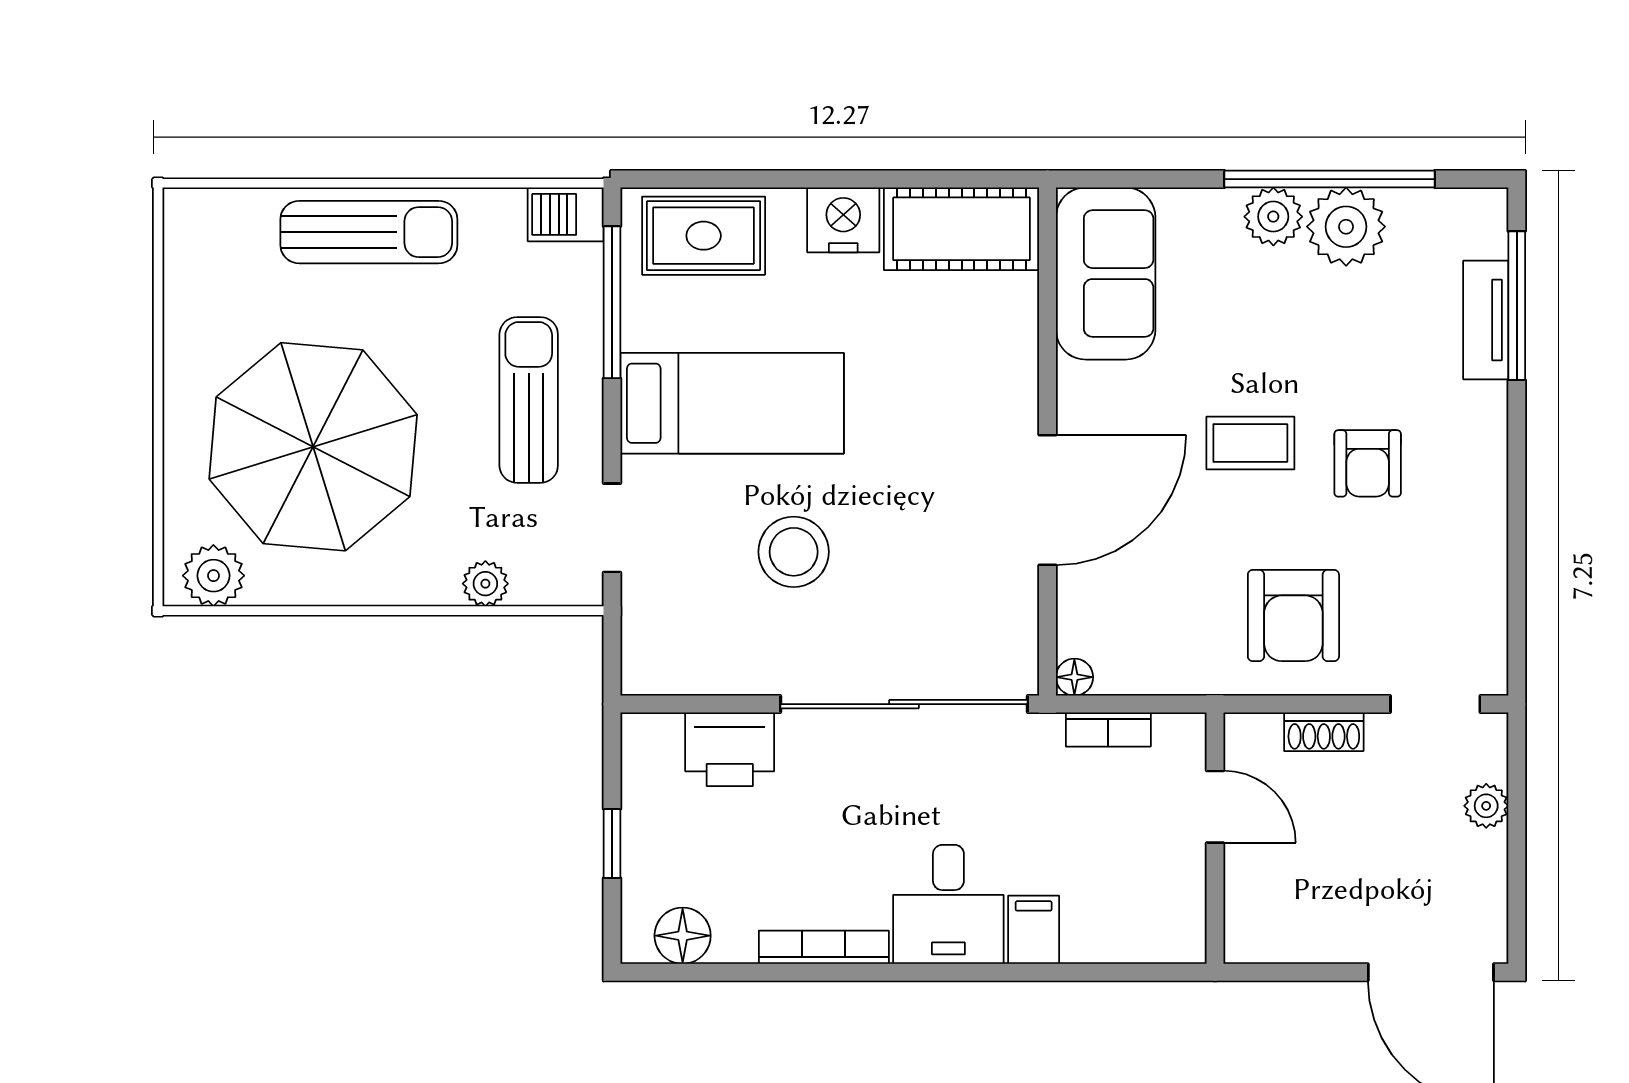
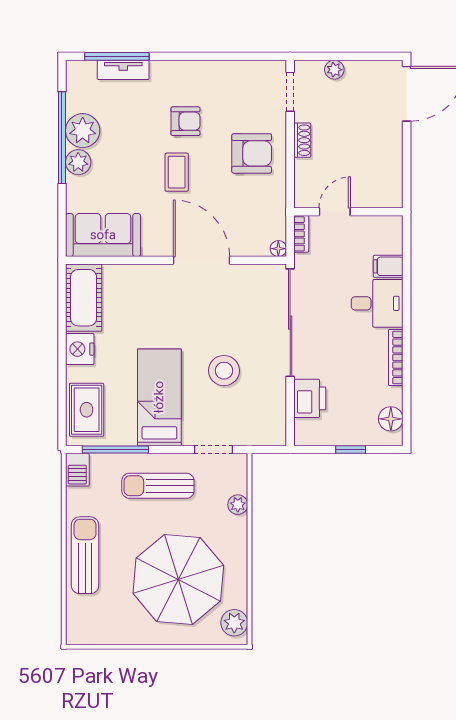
door: (1215, 807) -> (335, 212), moved
wall: (1215, 838) -> (348, 212), moved

